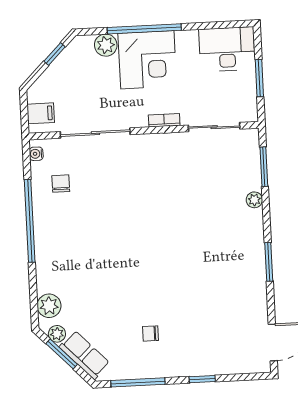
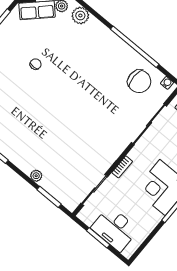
desk: (227, 49) -> (115, 229), moved, turned 90
chair: (61, 184) -> (139, 81), width x1.87, depth x1.87
chair: (150, 333) -> (36, 64), moved

